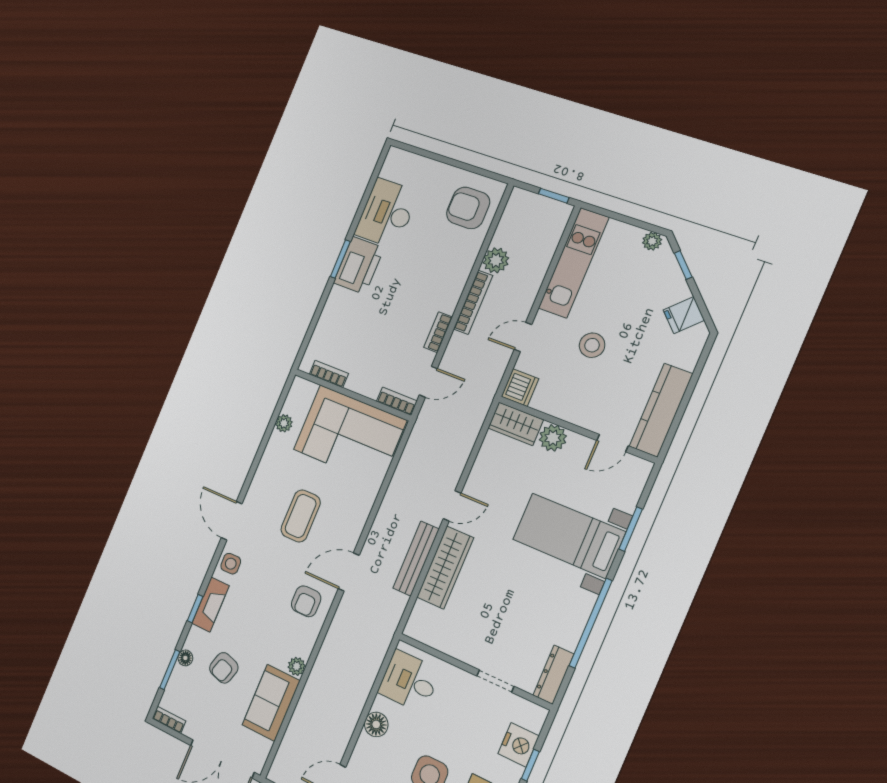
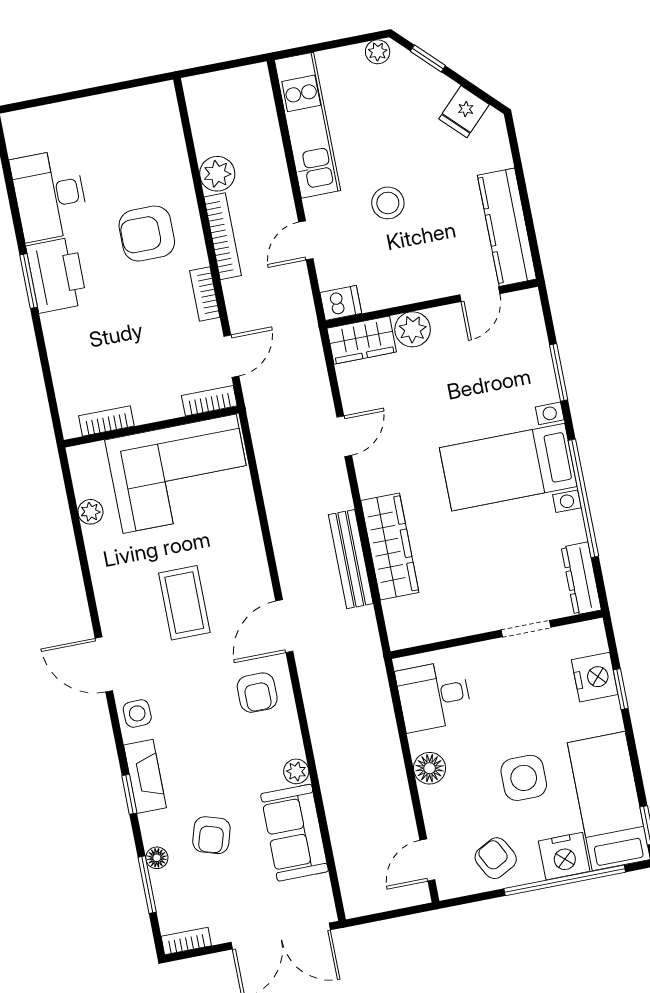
window: (554, 196) -> (235, 64), removed
armchair: (468, 208) -> (147, 234), moved
dishwasher: (520, 388) -> (341, 303), width x0.73
door: (452, 506) -> (344, 436), moved
bed with nightstands: (569, 536) -> (508, 467), moved

